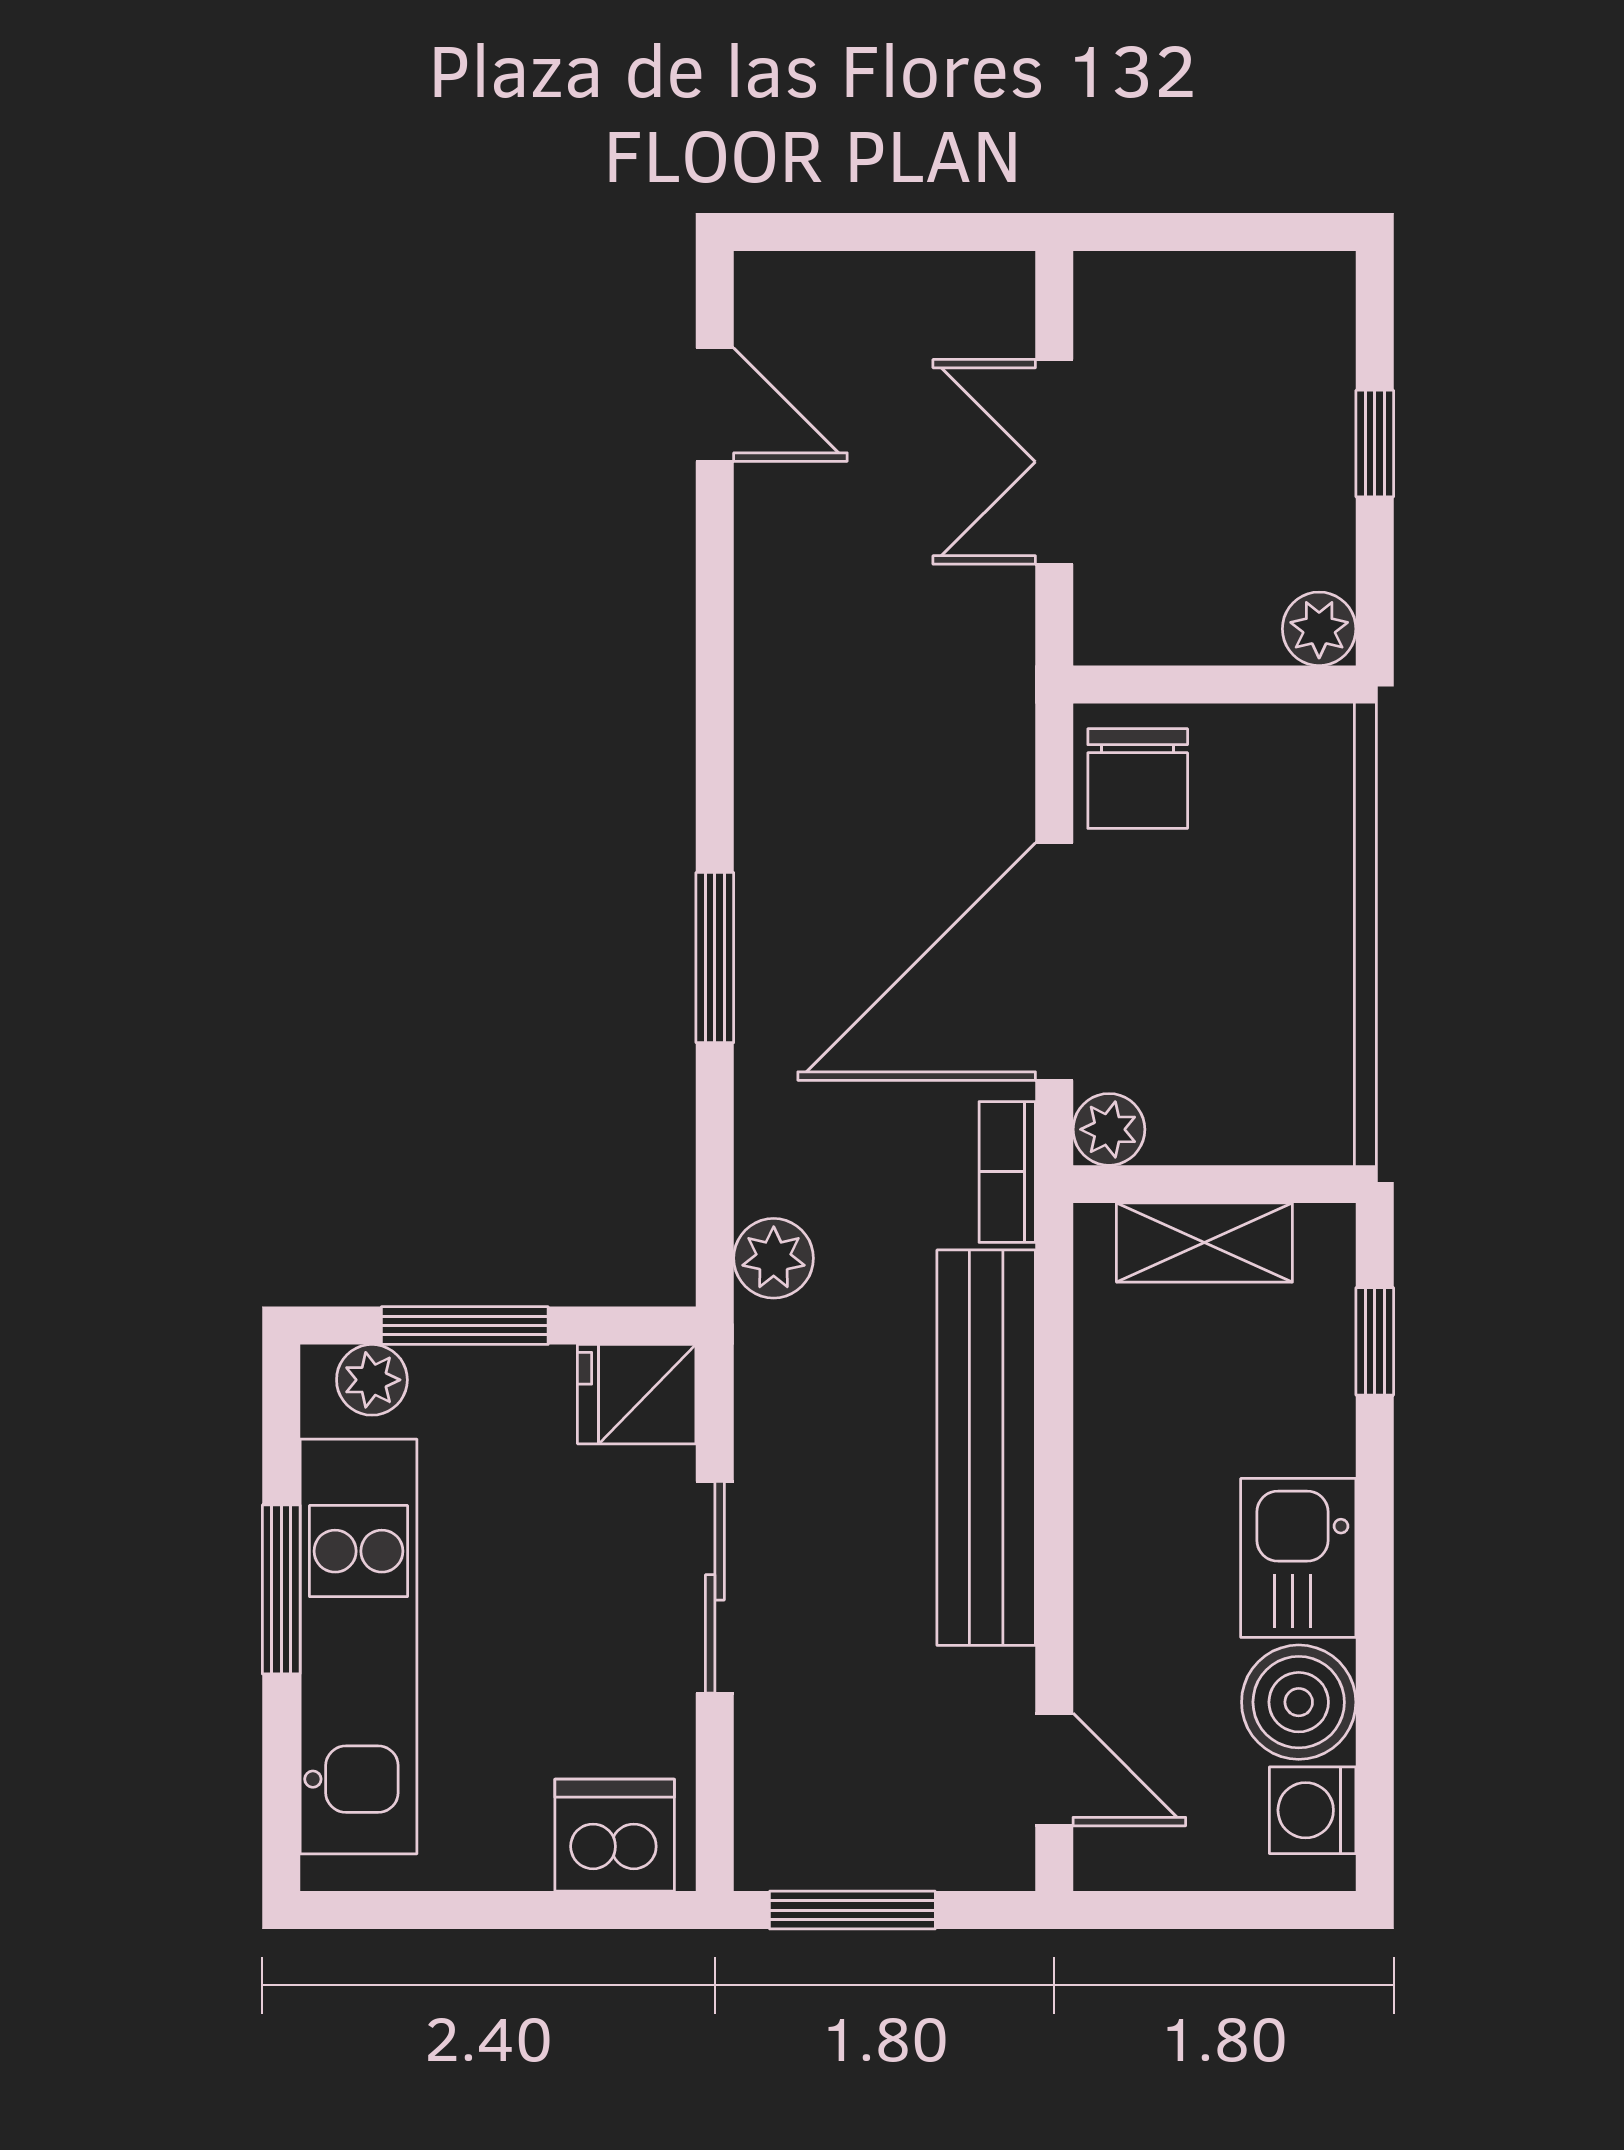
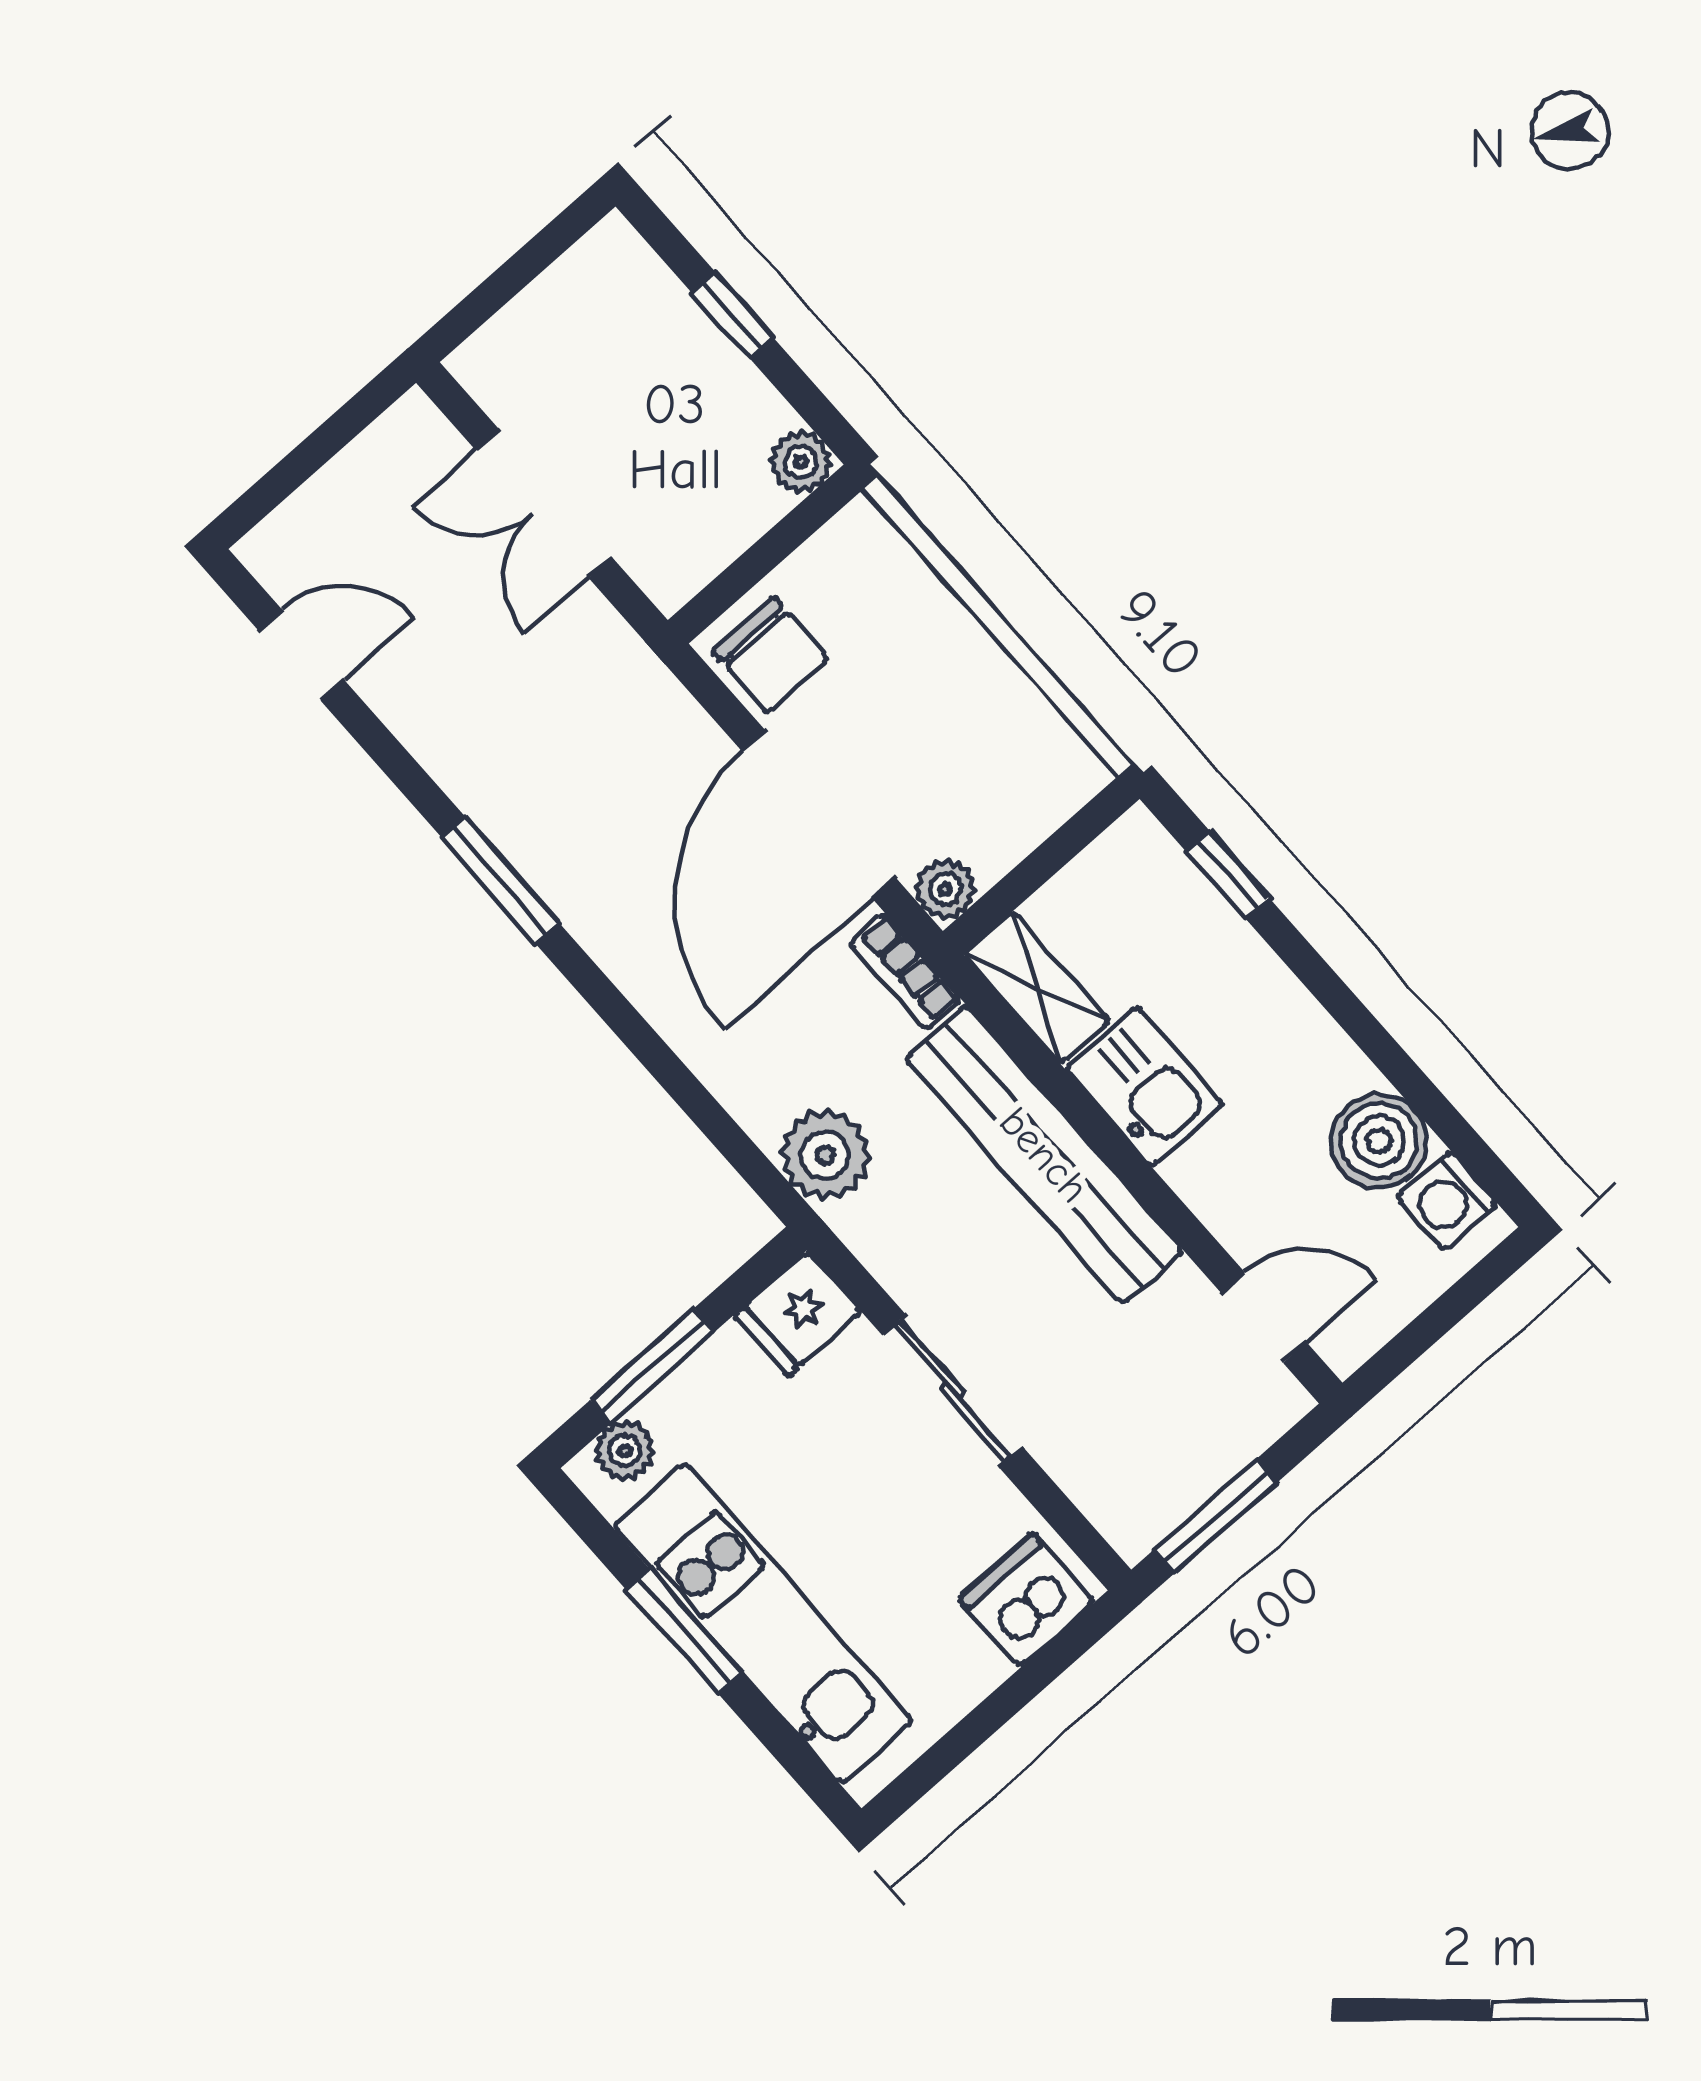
window: (715, 958) -> (500, 879), moved
shelving: (1204, 1243) -> (1037, 988), moved, turned 90
plant: (774, 1258) -> (825, 1155), width x1.38, depth x1.38
kitchen sink: (1298, 1558) -> (1144, 1086), moved, turned 180

